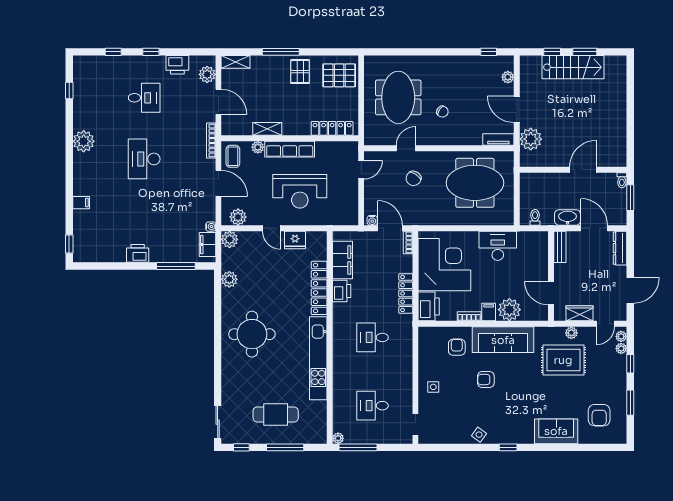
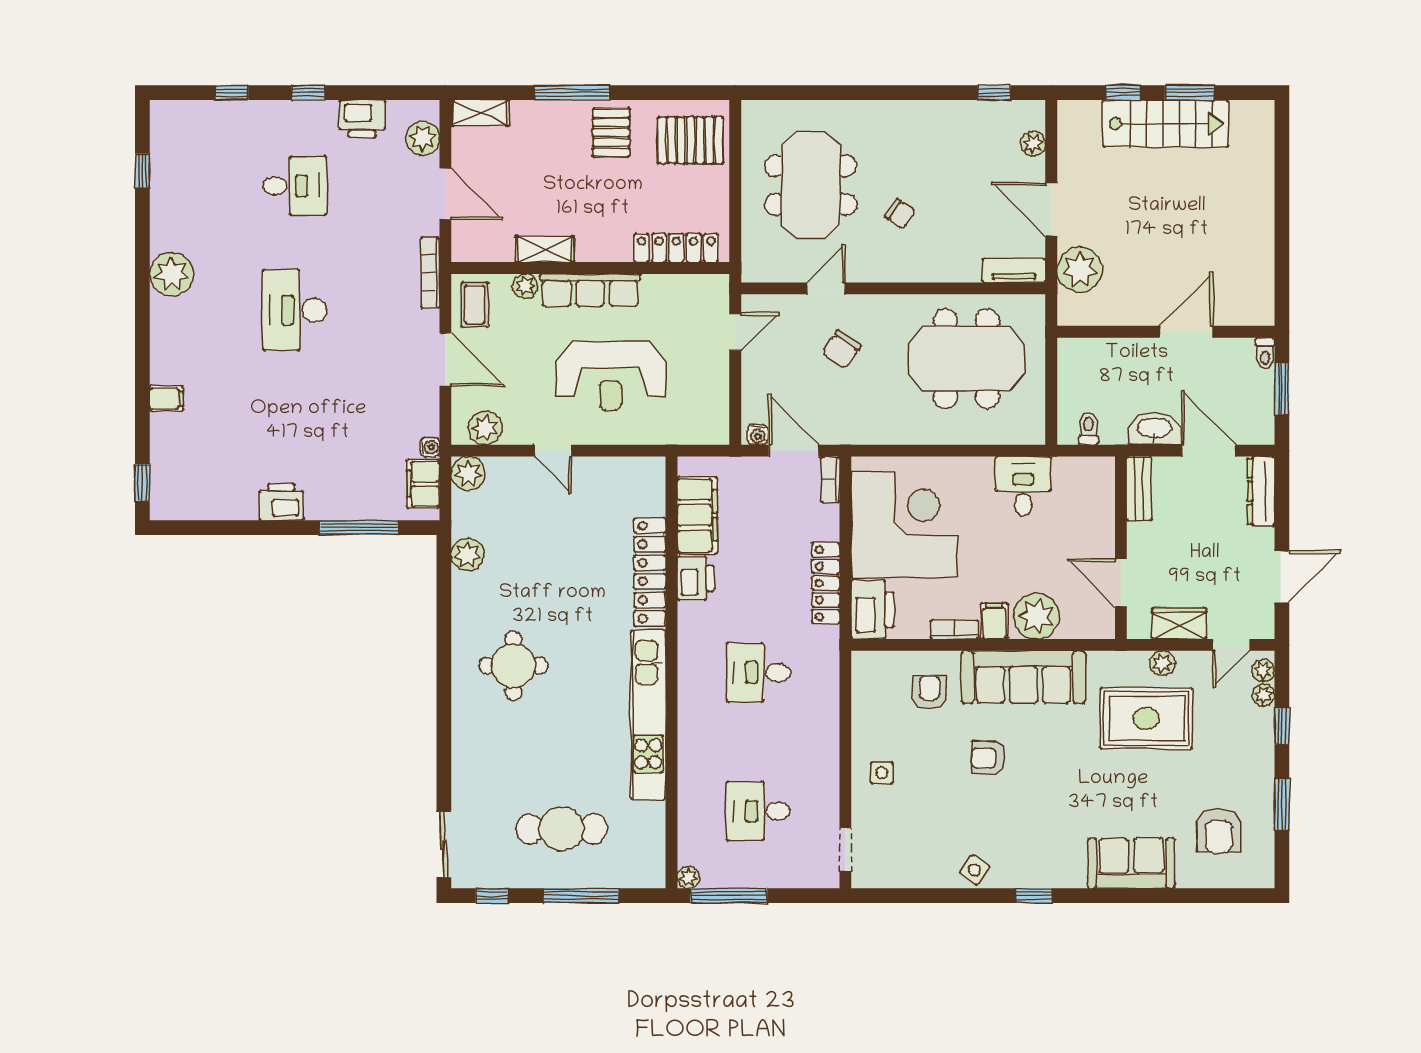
fridge: (295, 240) -> (601, 475), removed
desk: (498, 246) -> (1023, 486), width x0.73
round table: (252, 334) -> (513, 666), width x0.73, depth x0.73

